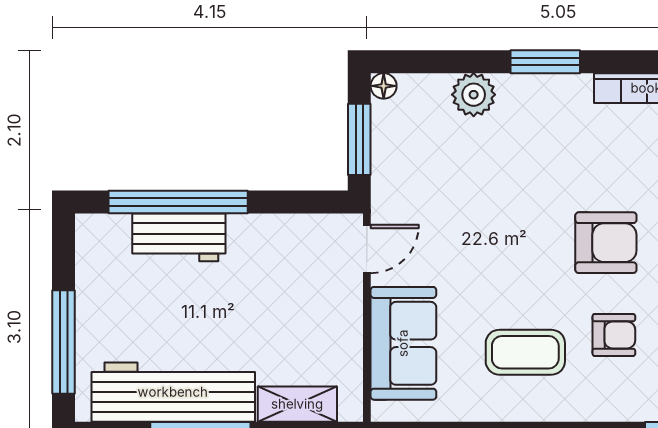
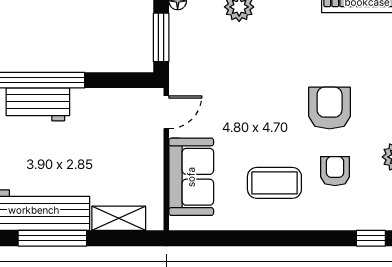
armchair: (606, 243) -> (330, 108), turned -90
armchair: (614, 335) -> (335, 171), turned -90

